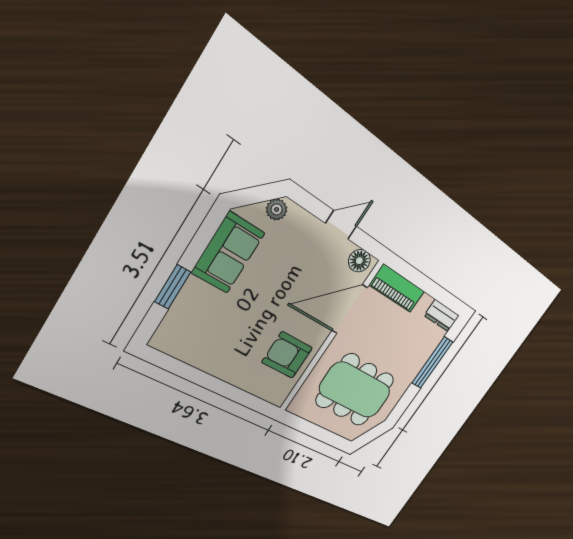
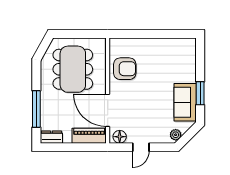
window: (173, 287) -> (200, 93), moved
door: (349, 309) -> (108, 110), swing flipped
dining table: (355, 390) -> (73, 69), turned 90

